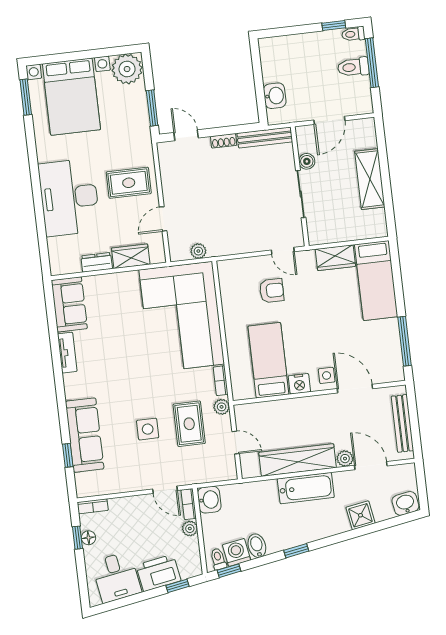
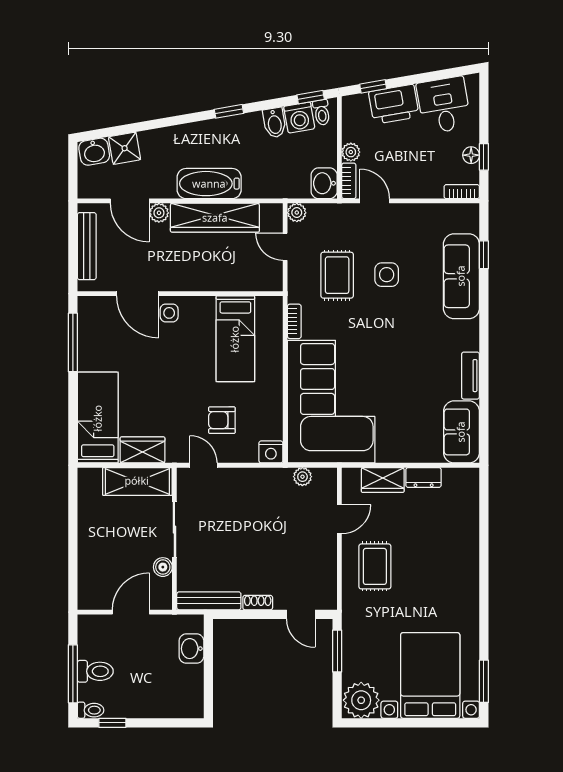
shelving: (370, 179) -> (137, 481), moved, turned 90
rug: (129, 183) -> (375, 566), turned 90
desk: (69, 197) -> (447, 557), removed
nightstand: (299, 384) -> (271, 452), moved, turned 180
plant: (222, 407) -> (297, 213), moved
shower: (360, 515) -> (125, 148), moved

